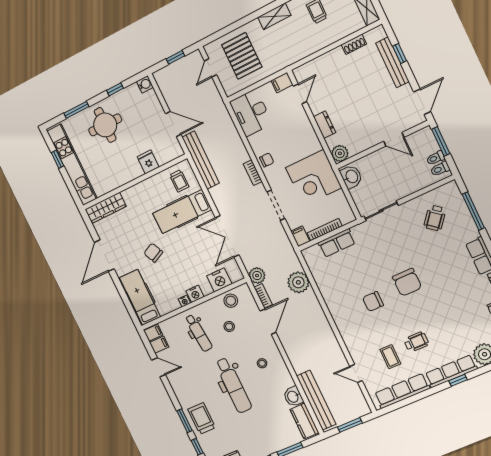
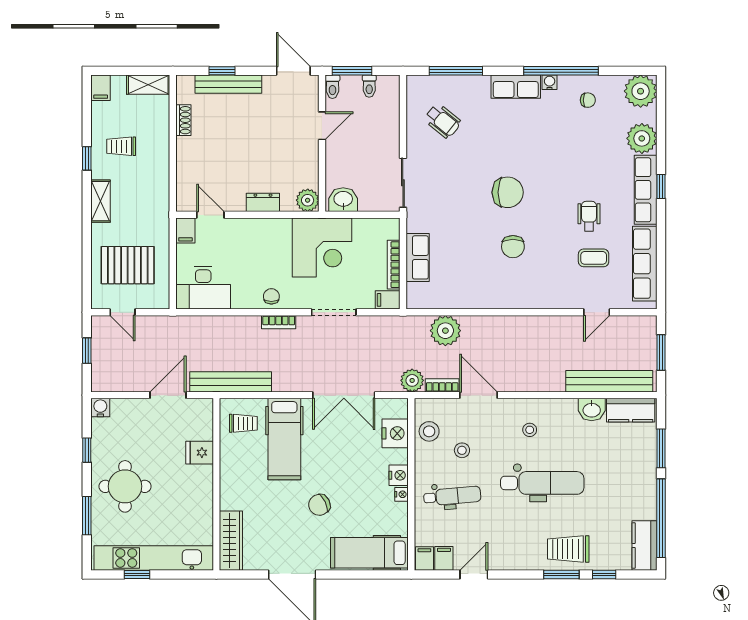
toilet: (440, 169) -> (332, 87), moved

